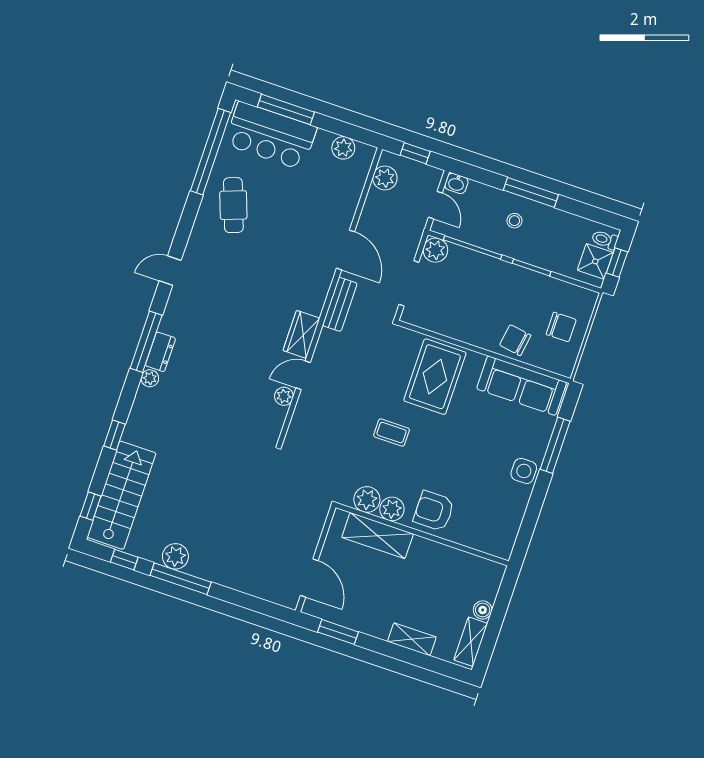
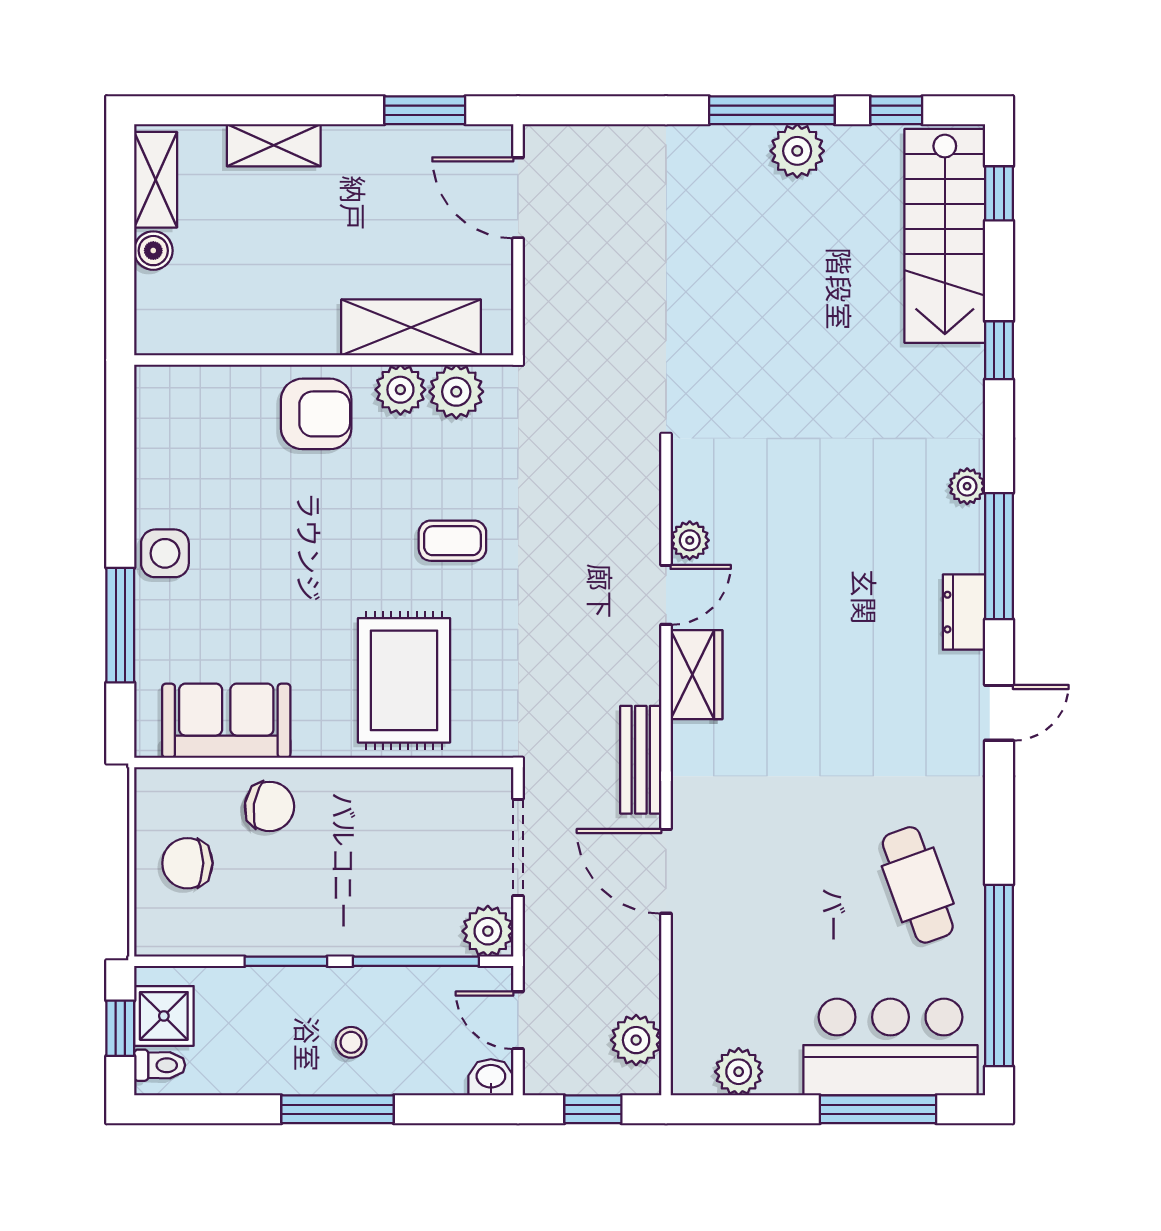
dresser: (160, 352) -> (964, 612), moved
sofa: (522, 386) -> (226, 721), width x0.73

